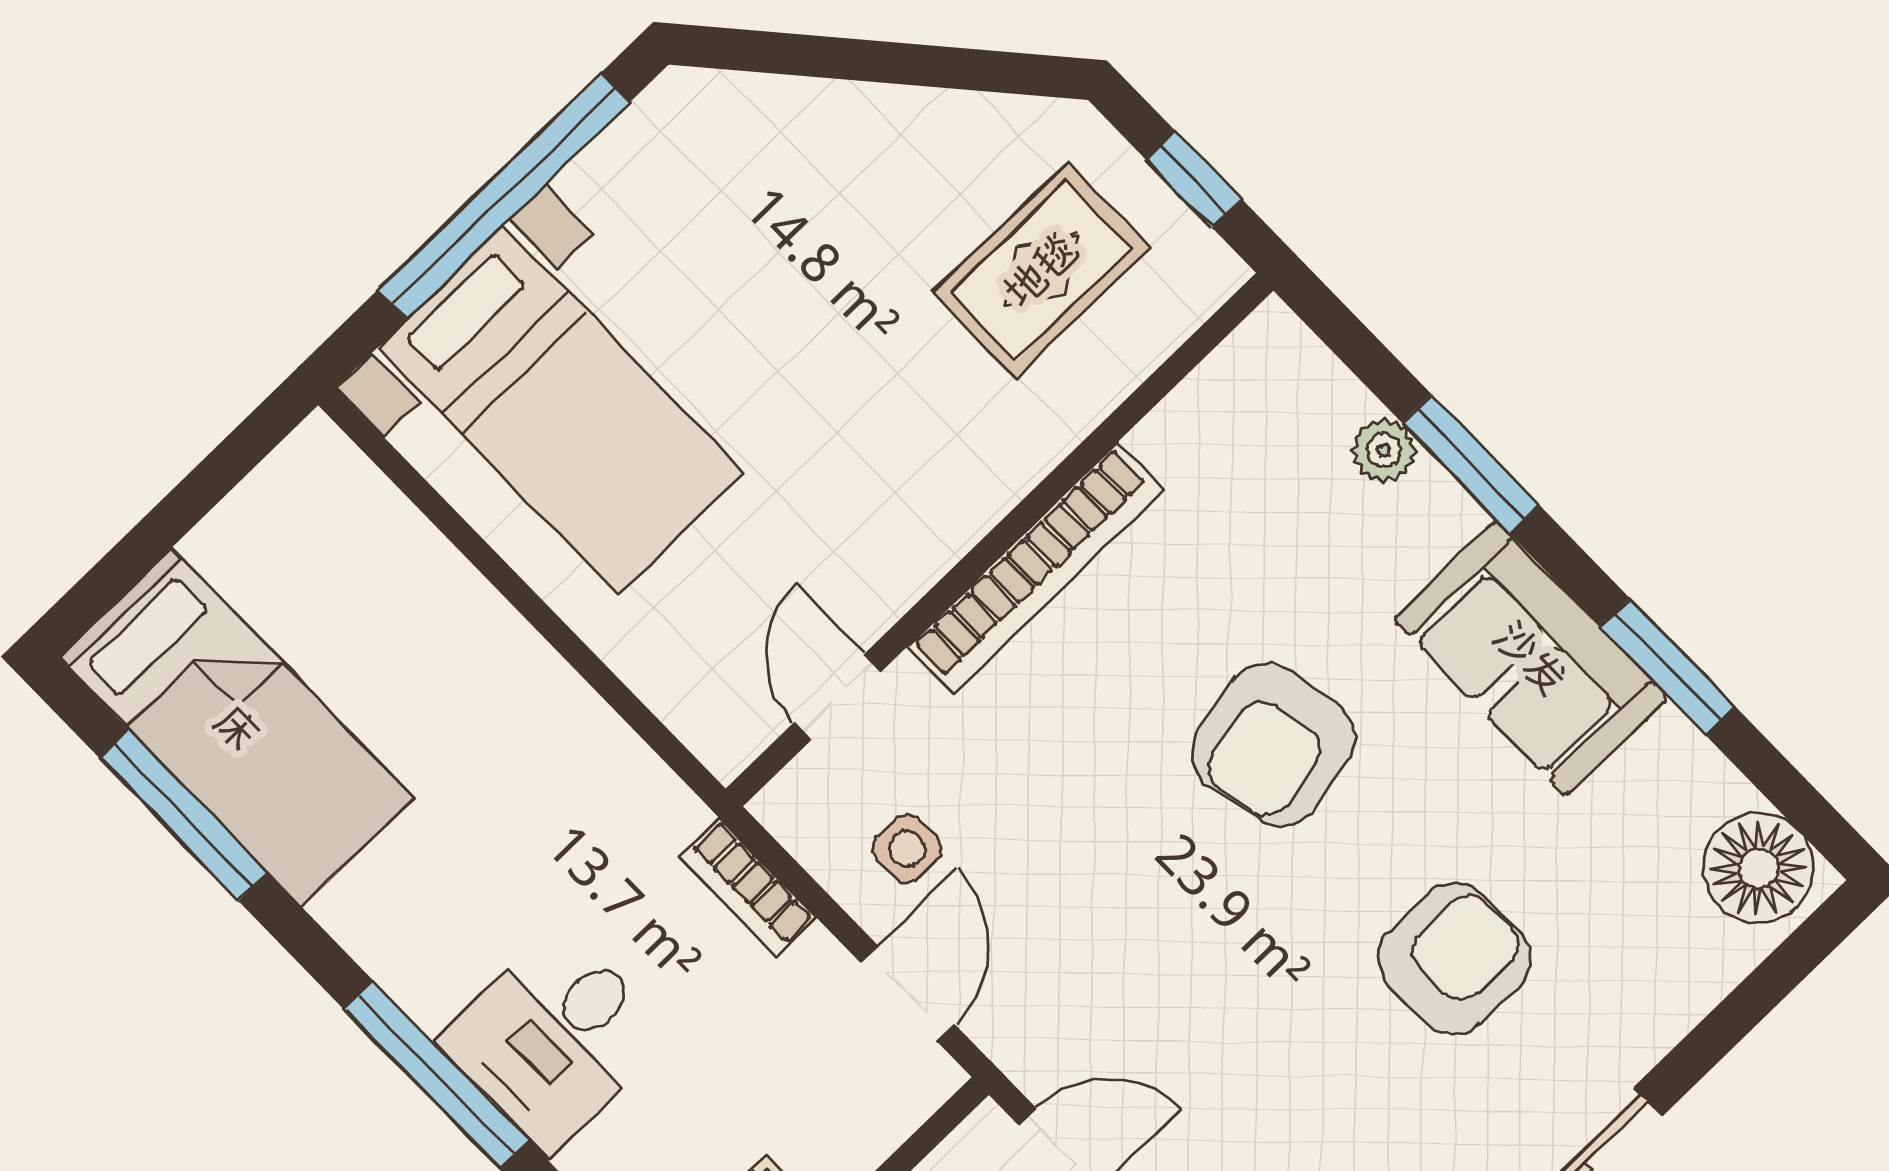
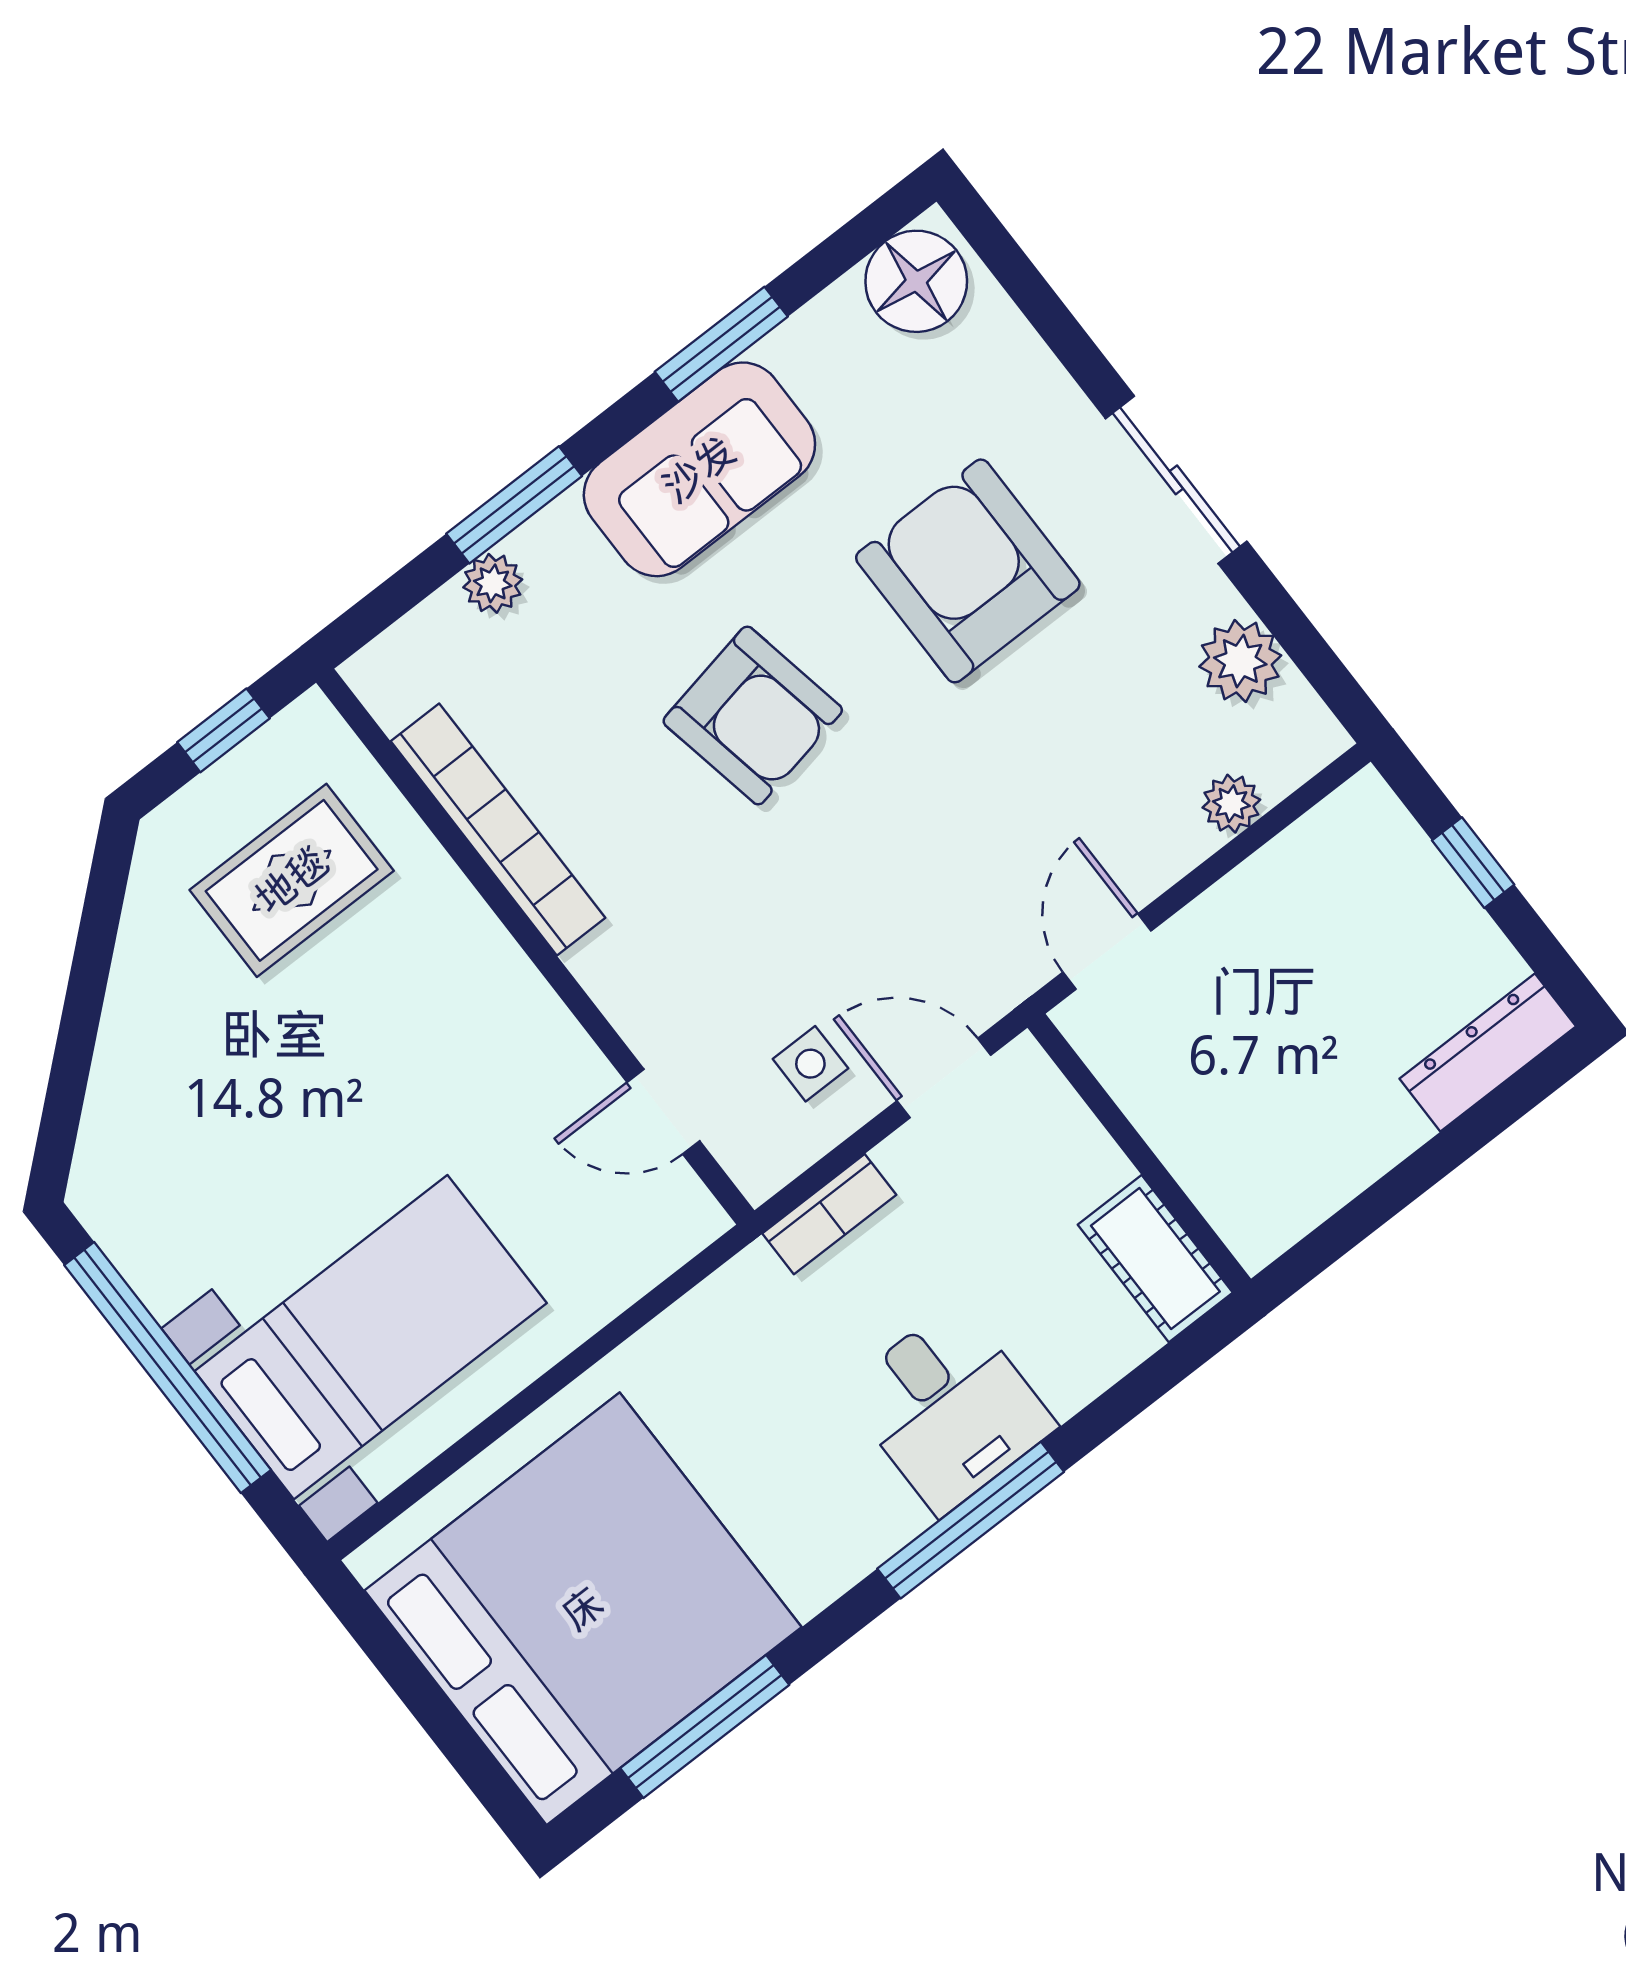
rug: (1041, 270) -> (292, 880), turned 90
bookcase: (1036, 568) -> (498, 830), moved
bed: (237, 728) -> (583, 1609), width x2.04
armchair: (1454, 958) -> (968, 571), width x1.36, depth x1.36

